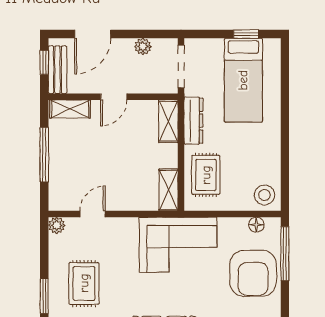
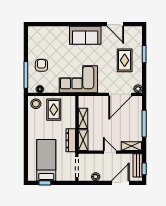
door: (114, 97) -> (110, 152), hinge flipped
rug: (206, 175) -> (54, 110), moved
shelving: (168, 190) -> (83, 118), moved
door: (93, 214) -> (120, 94), width x1.87
armchair: (253, 273) -> (41, 65), width x0.53, depth x0.53

